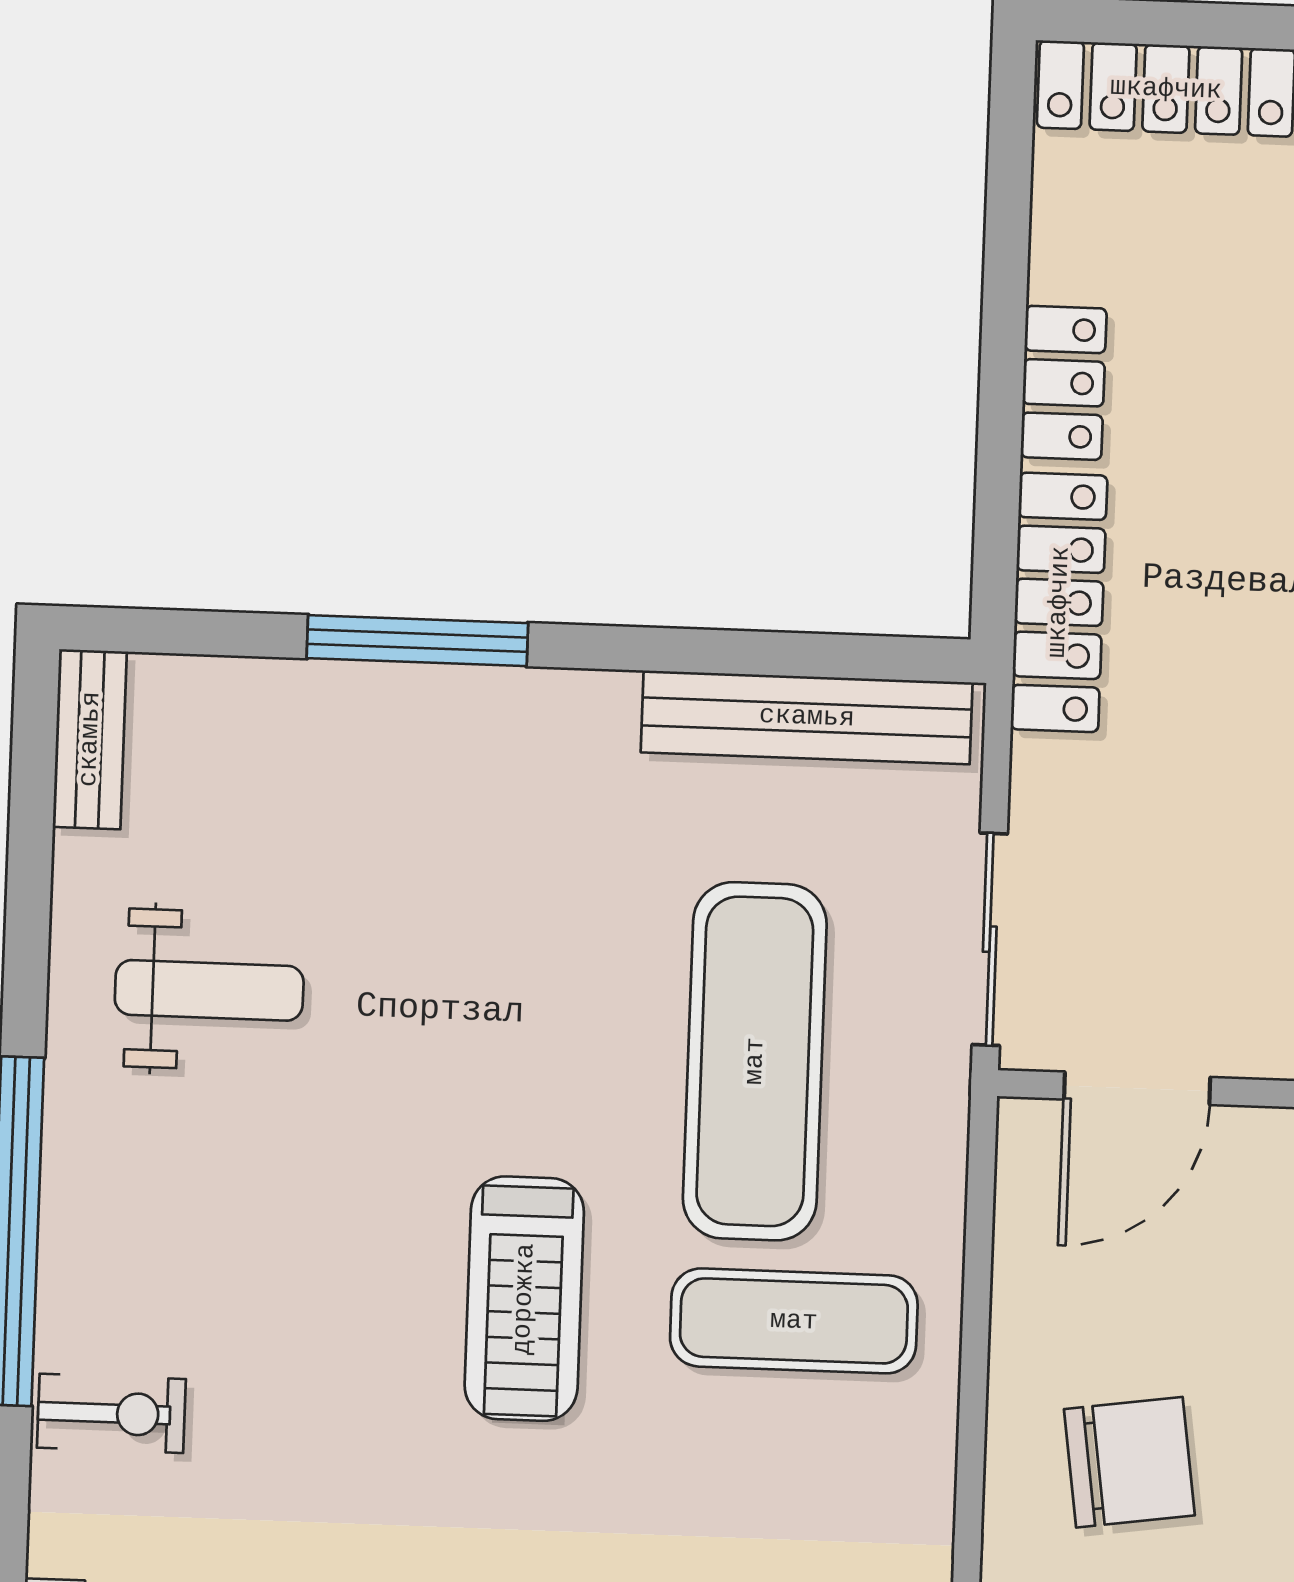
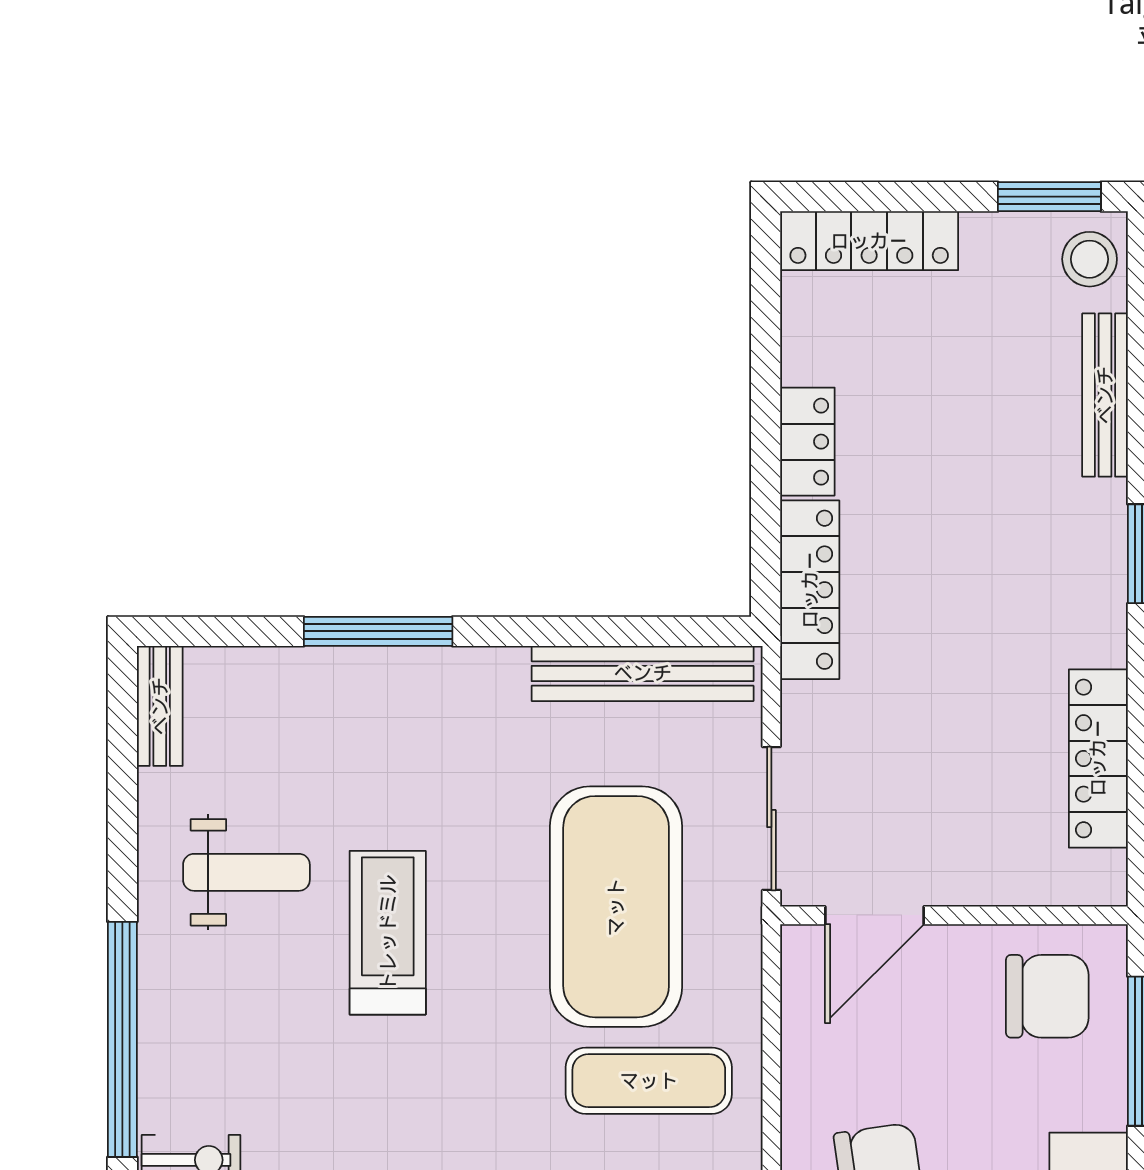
exercise mat: (755, 1061) -> (616, 907), width x1.47
treadmill: (524, 1299) -> (388, 933), moved, turned 180

